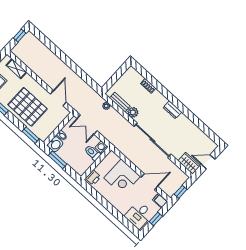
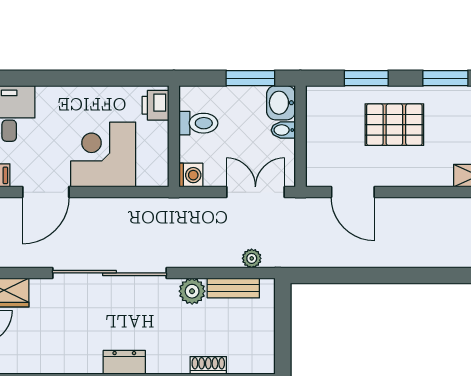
pallet: (27, 107) -> (394, 125), width x0.73, depth x0.71
window: (31, 135) -> (366, 78), moved
toilet: (92, 153) -> (198, 123), moved

